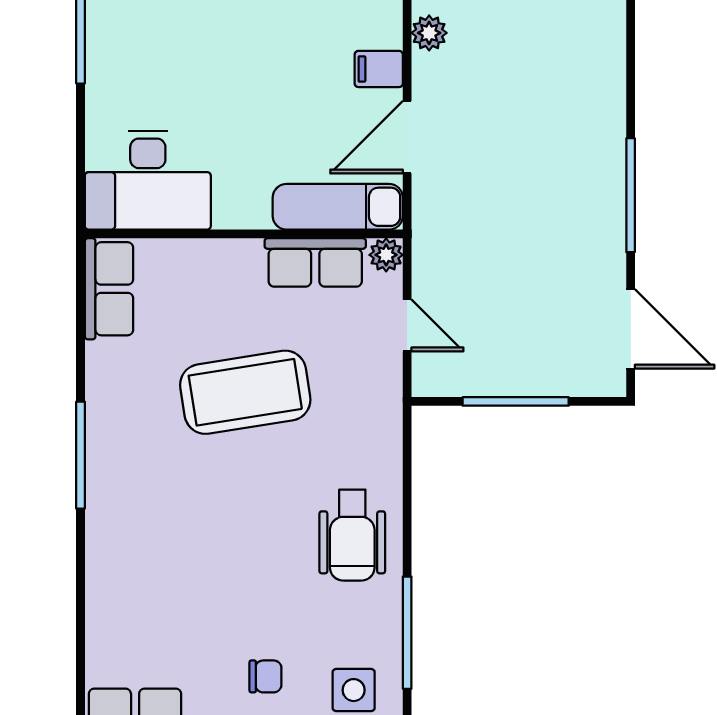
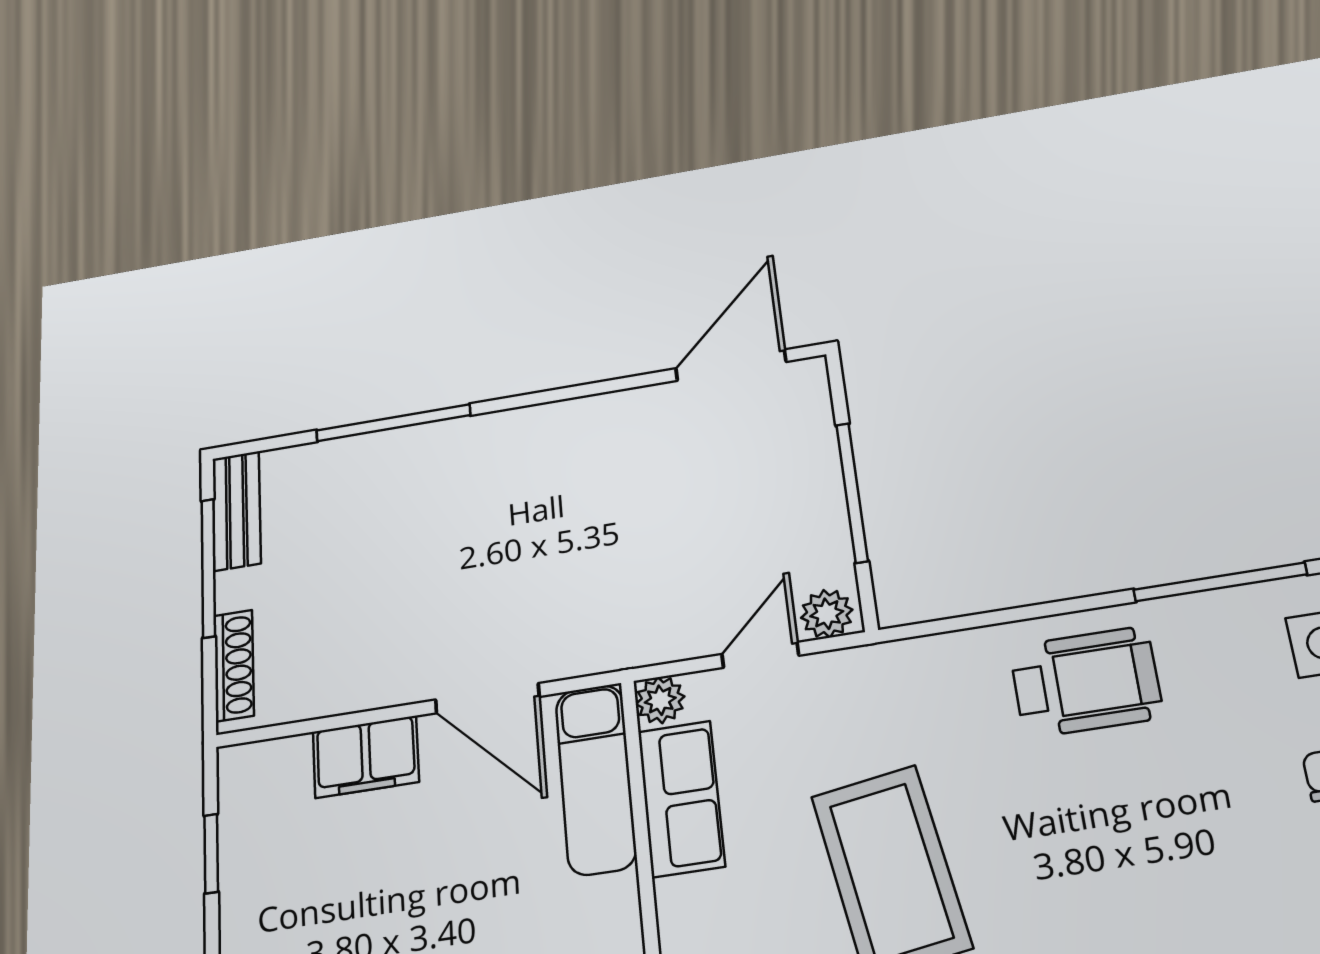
plant: (429, 33) -> (827, 614), moved
filing cabinet: (379, 69) -> (366, 757), width x2.00
window: (631, 195) -> (393, 423), moved

